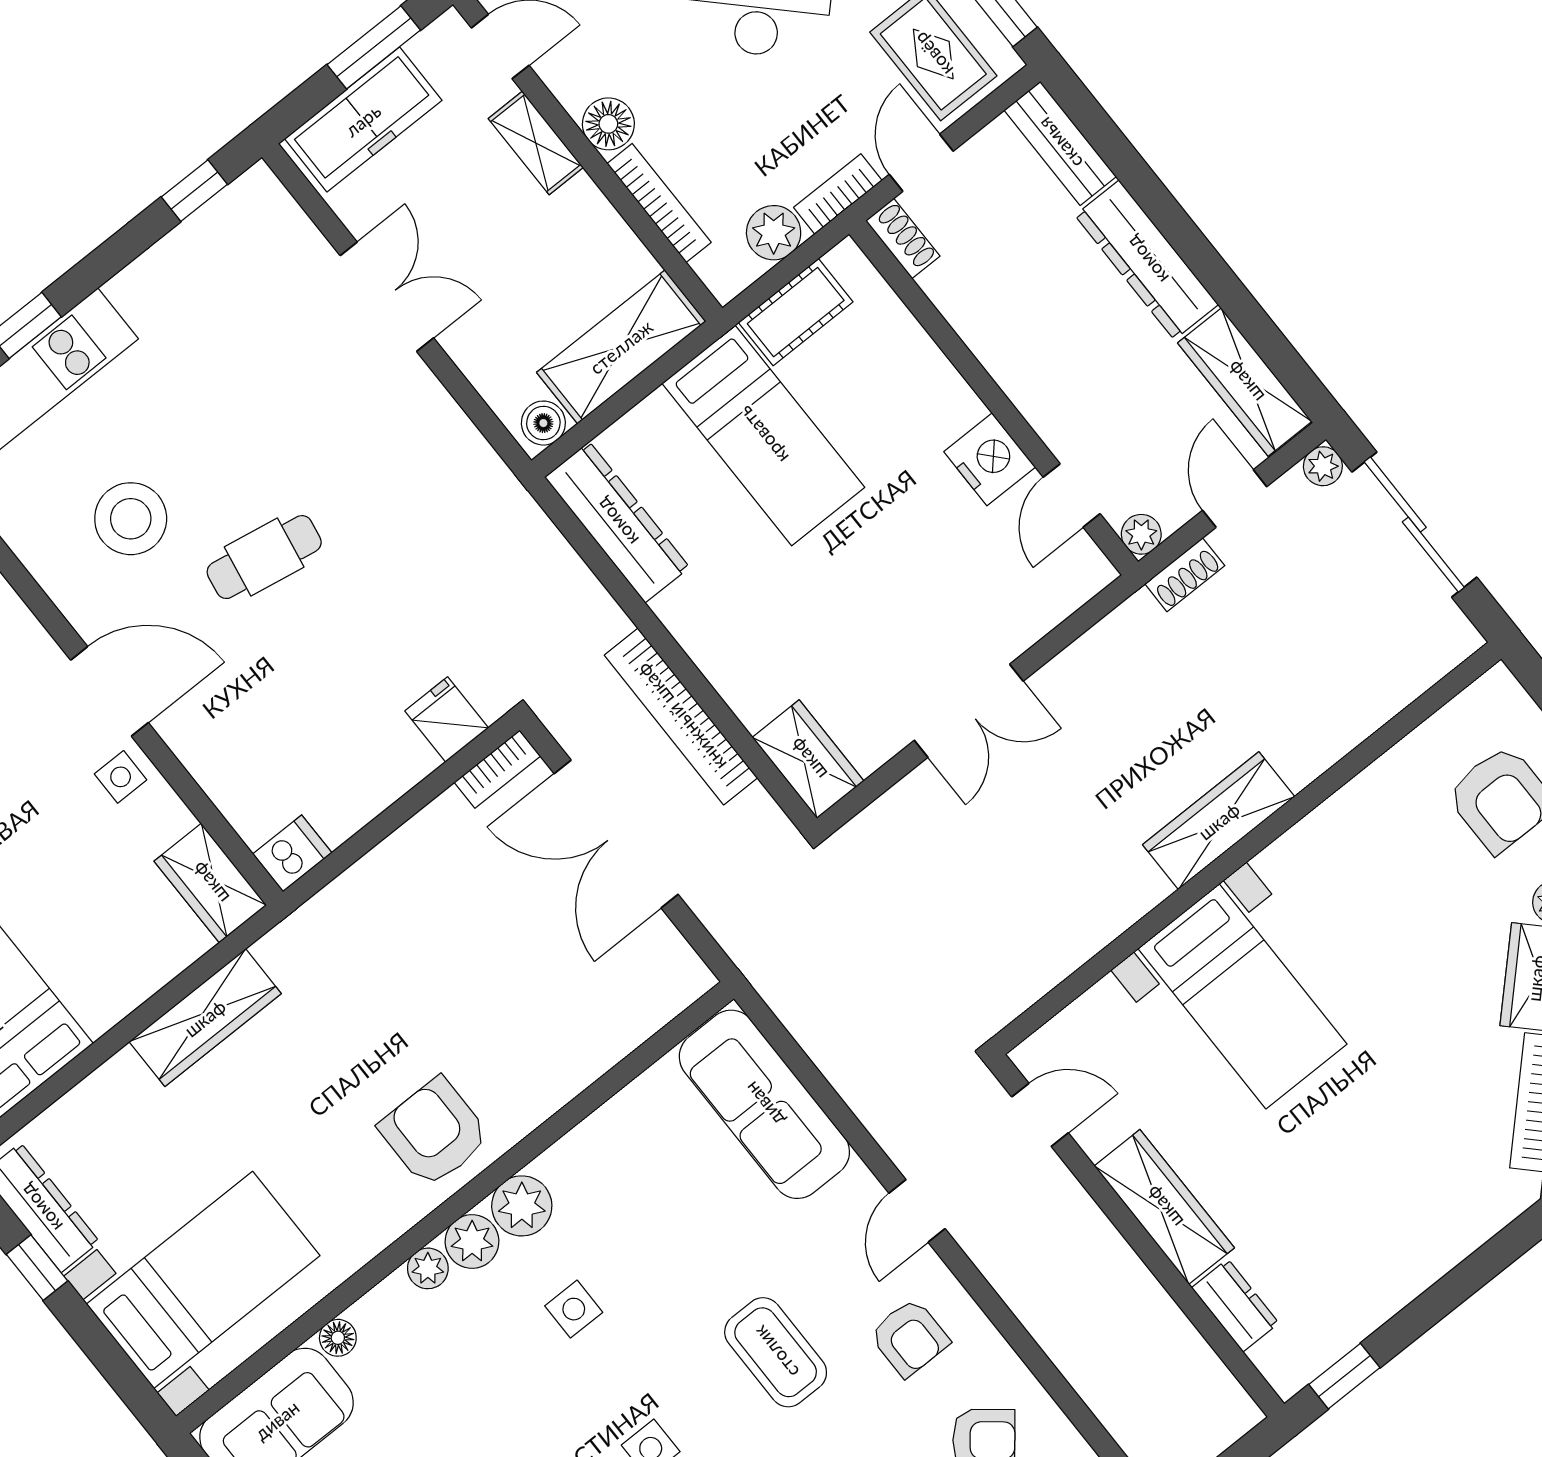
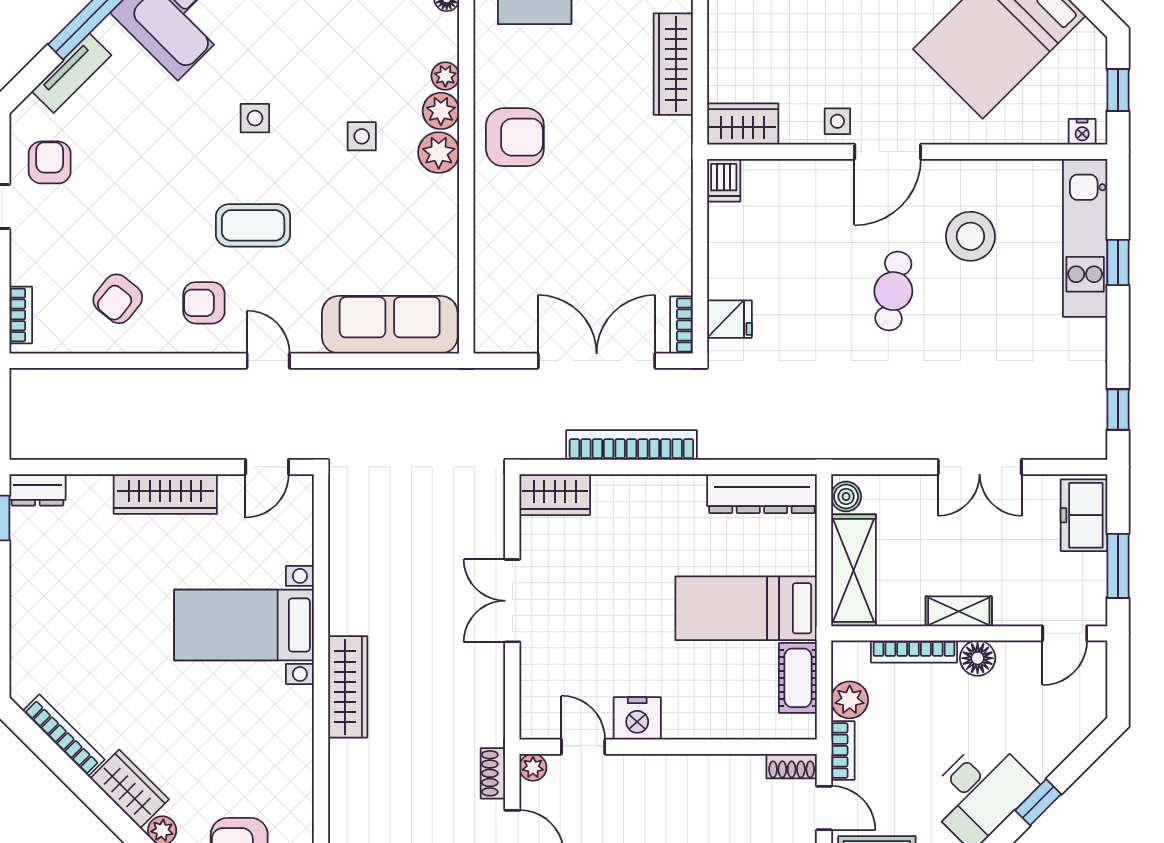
freezer: (363, 120) -> (1084, 515), width x0.71
shelving: (536, 143) -> (959, 611), moved
dresser: (1235, 1305) -> (37, 490), moved

